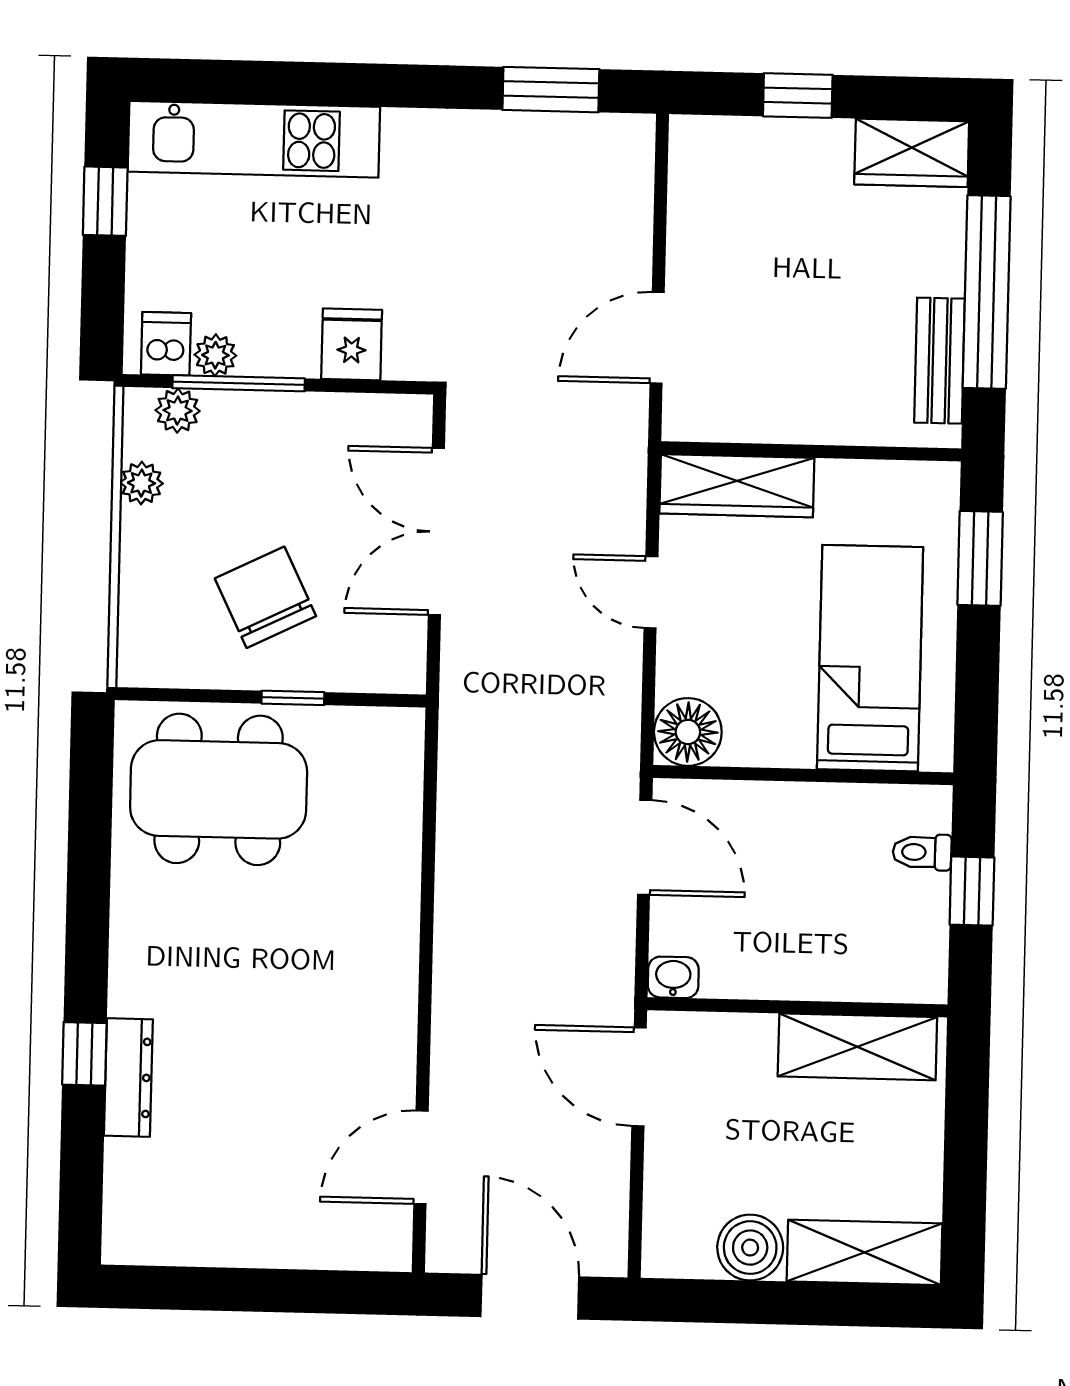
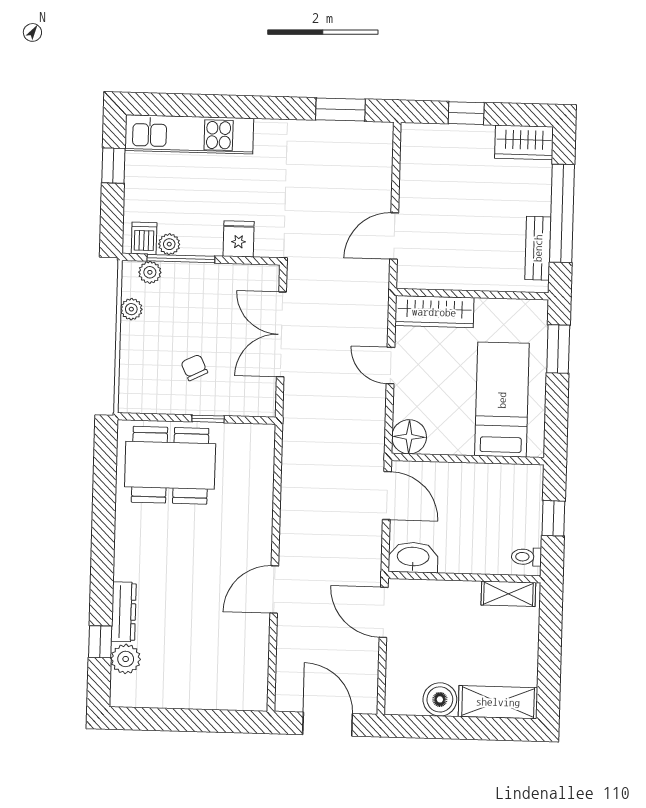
chair: (265, 597) -> (194, 368), width x0.54, depth x0.54
toilet: (922, 852) -> (526, 557), moved
washbasin: (673, 977) -> (413, 557), width x1.91, depth x1.45
shelving: (857, 1047) -> (508, 594), width x0.67, depth x0.75
window: (84, 1054) -> (100, 642), moved
door: (421, 1157) -> (274, 590), moved
plant: (133, 1170) -> (126, 659), added

